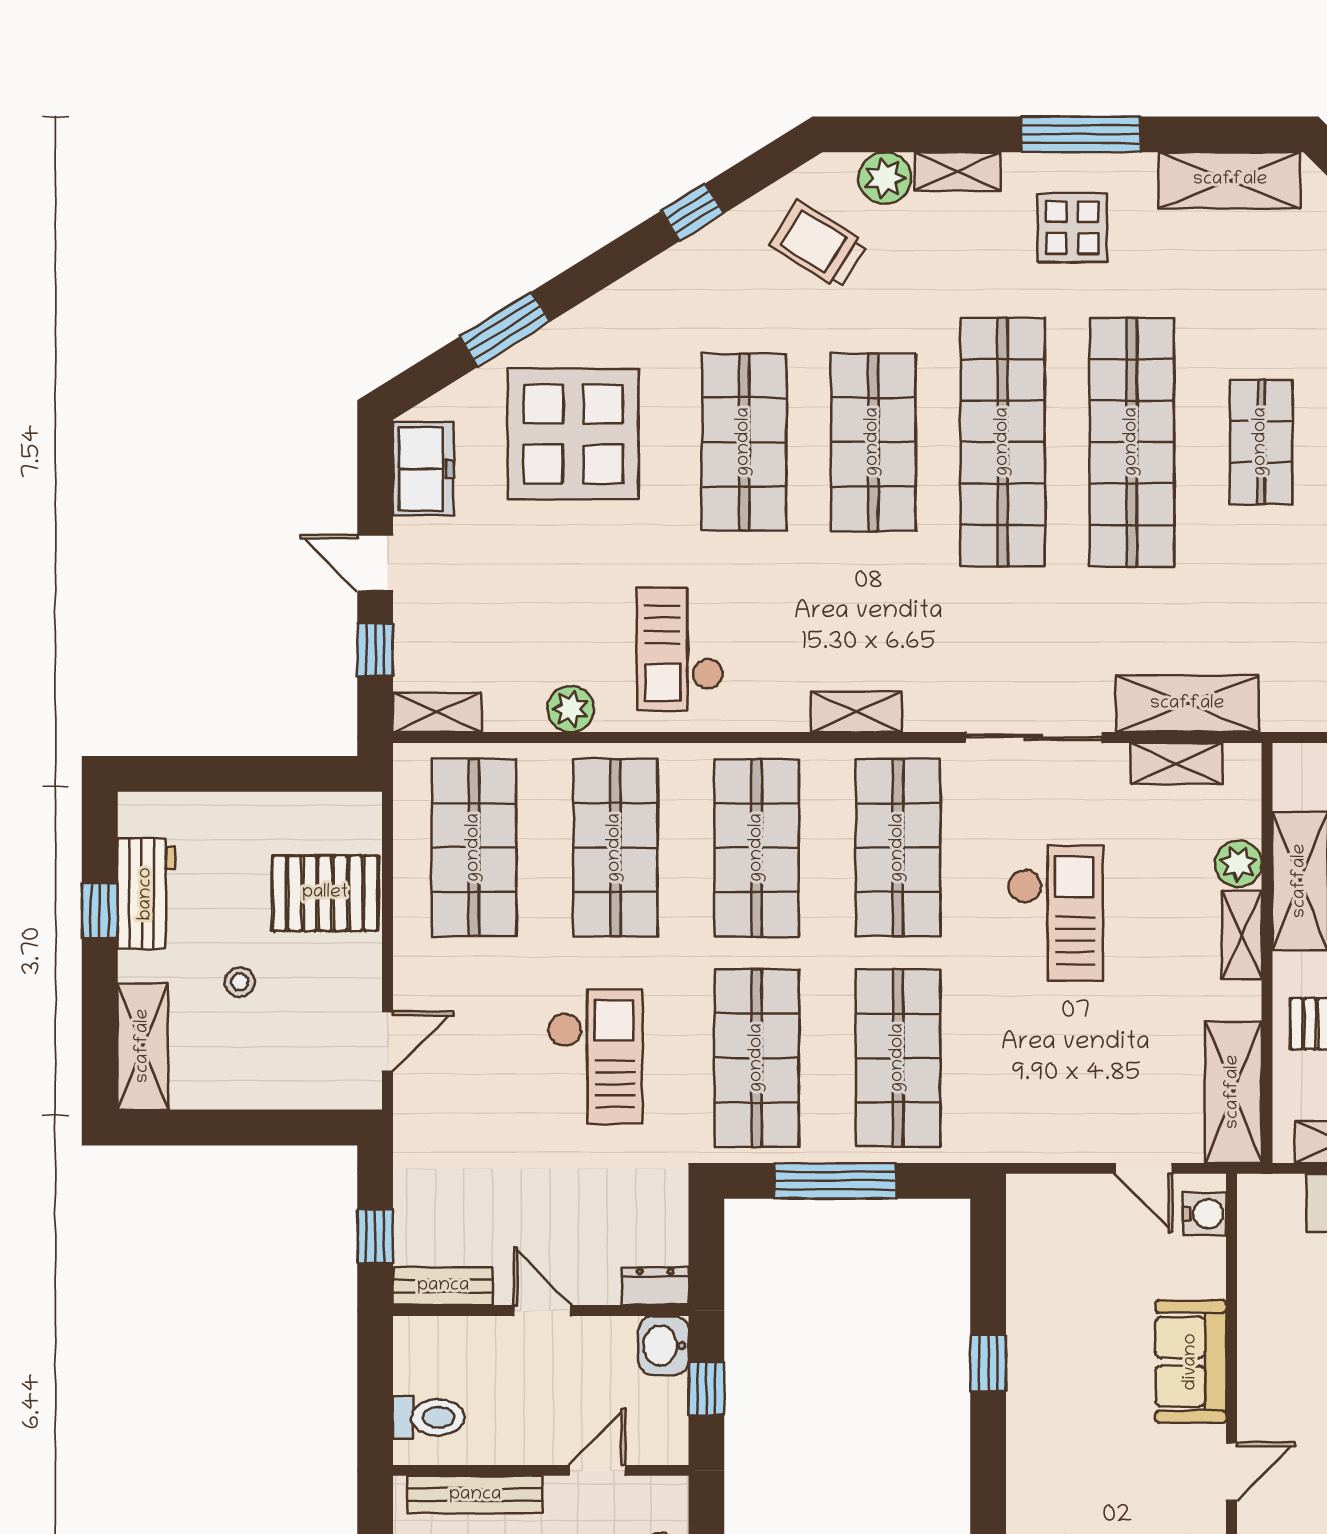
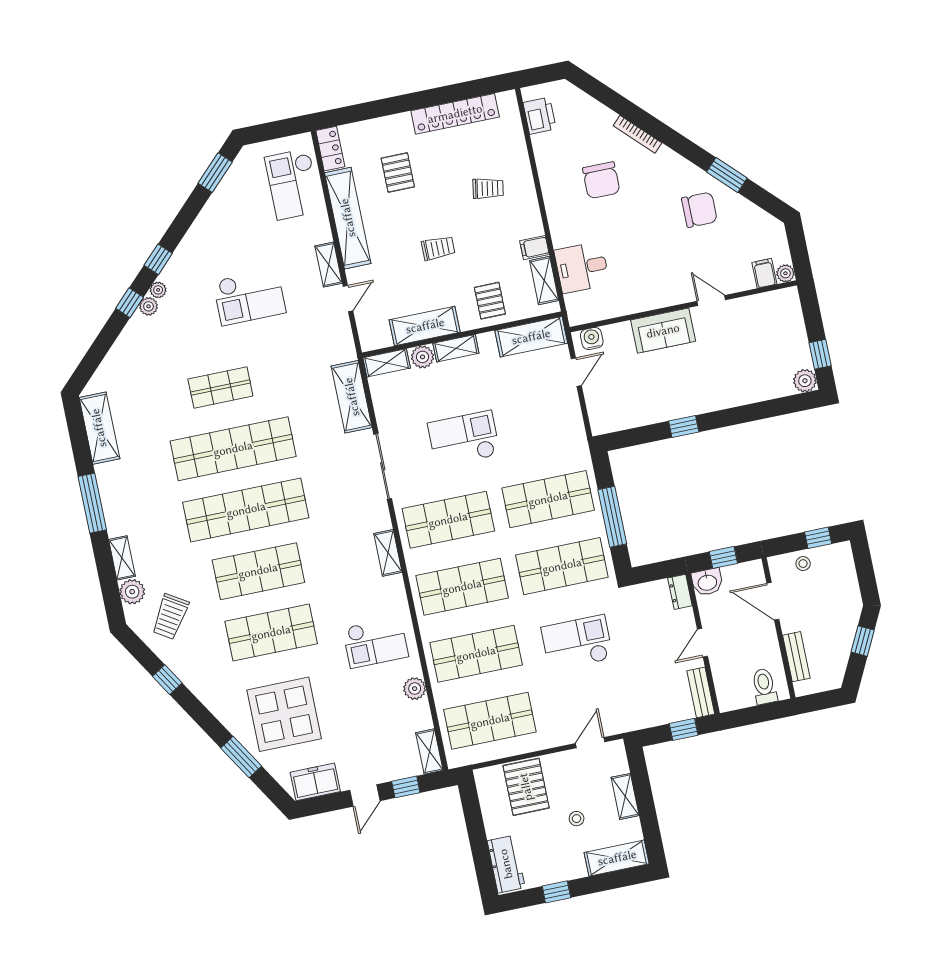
display table: (1072, 228) -> (137, 498), removed
shelving: (1176, 763) -> (387, 363), moved, turned 90
workbench: (146, 894) -> (506, 864), moved, turned 90
door: (388, 1041) -> (590, 743), hinge flipped
shelving: (264, 1090) -> (625, 796), added
door: (597, 1470) -> (773, 601), width x1.38
bench: (475, 1495) -> (796, 657), width x0.73

